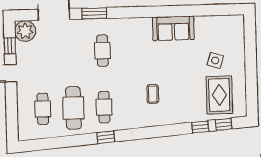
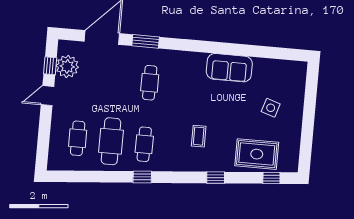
plant: (25, 31) -> (67, 66), moved
rug: (219, 95) -> (257, 154), moved, turned 90
window: (200, 127) -> (216, 178), moved

